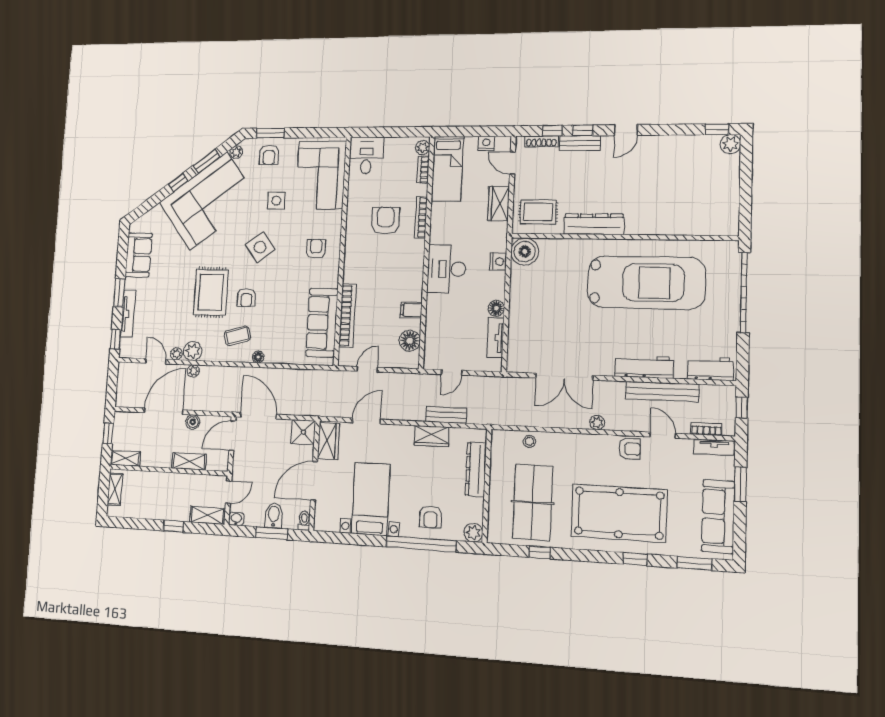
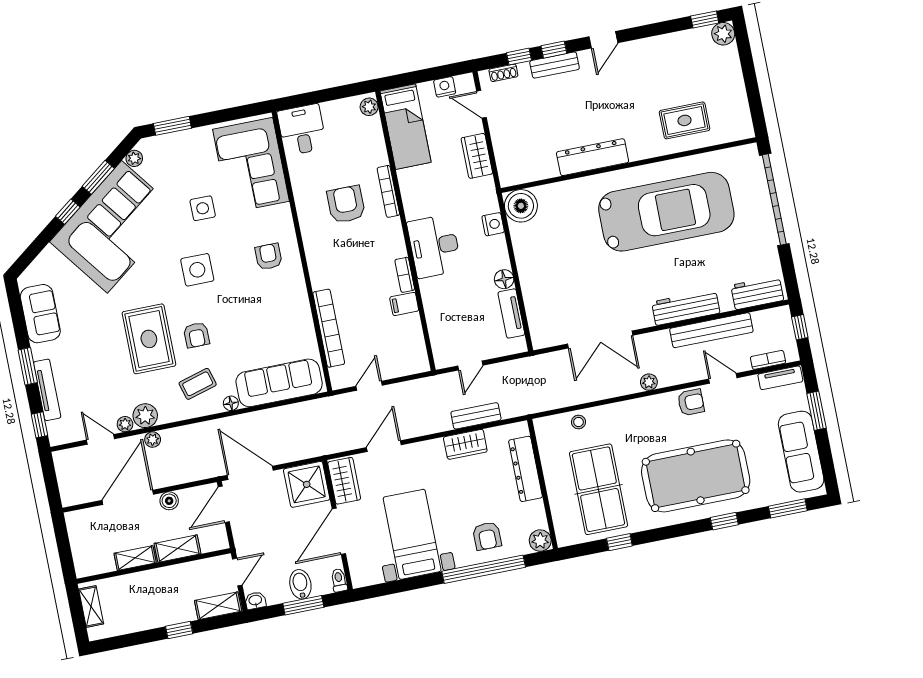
shoe rack: (541, 141) -> (503, 73), width x0.70
armchair: (269, 155) -> (178, 153), removed
bookcase: (423, 170) -> (405, 275), moved
rug: (538, 212) -> (685, 120), moved
side table: (260, 247) -> (197, 270), turned 37
sofa: (322, 323) -> (279, 383), moved, turned 90
floor lamp: (410, 341) -> (412, 340), removed
shower: (303, 432) -> (307, 484), width x1.36, depth x1.36
window: (108, 433) -> (63, 542), removed
shelving: (125, 458) -> (135, 558), moved

